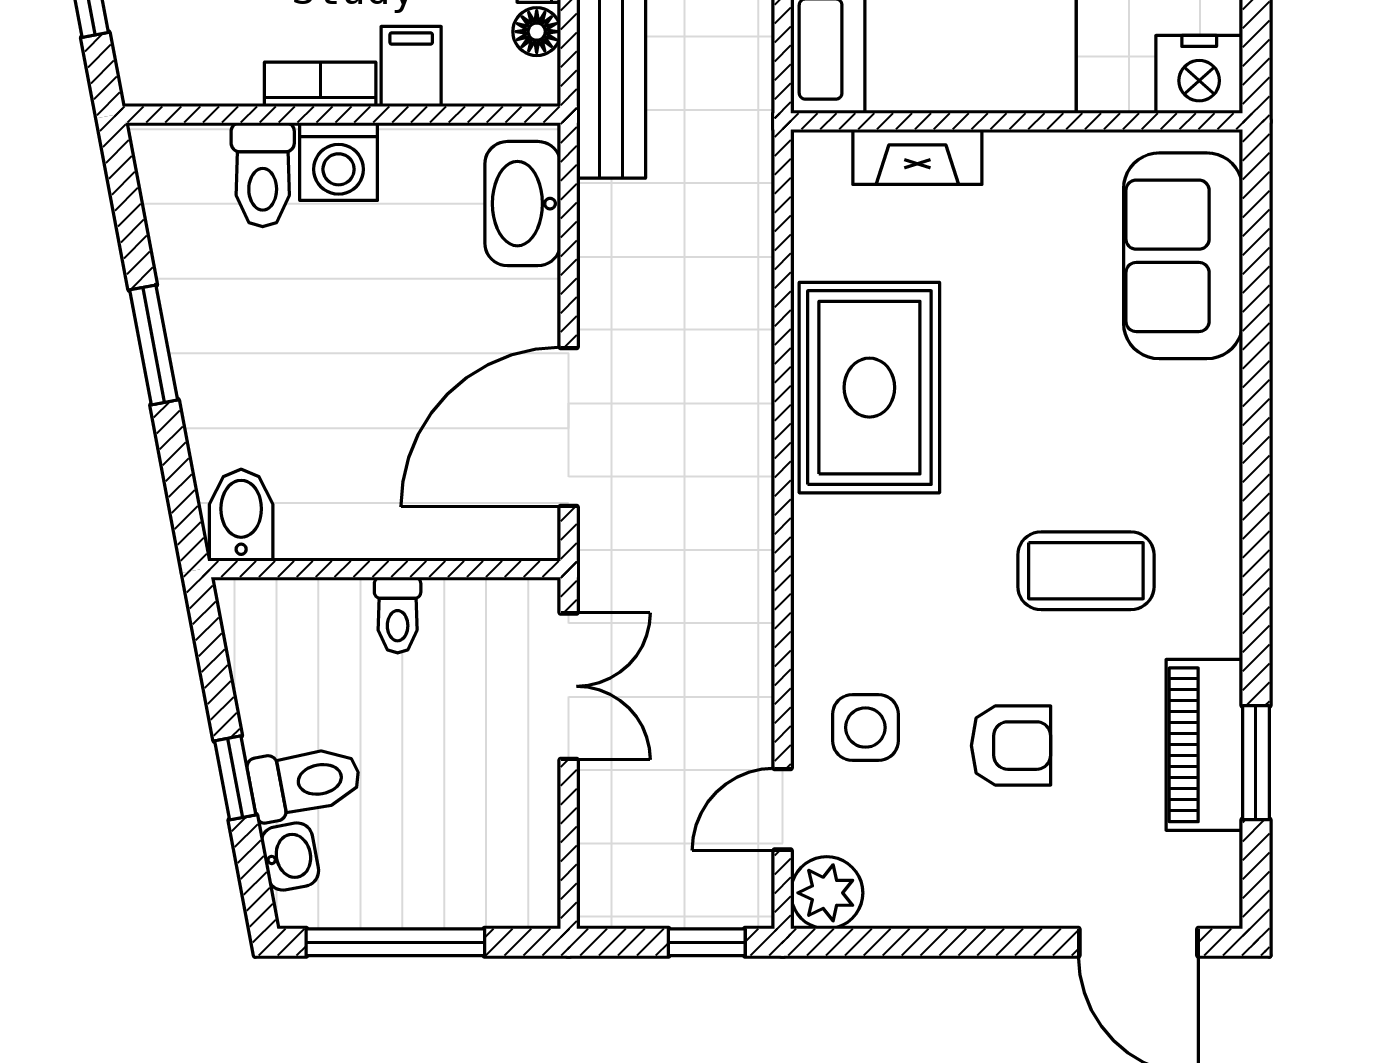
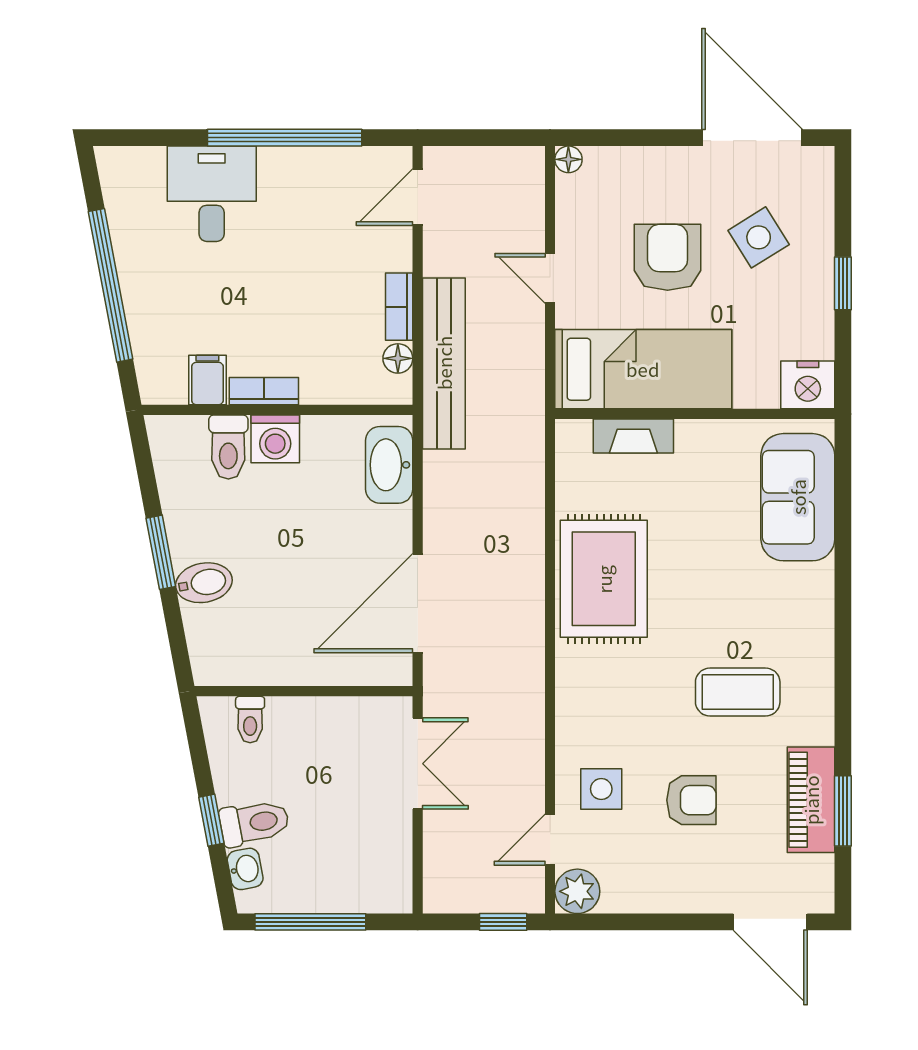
filing cabinet: (411, 67) -> (207, 380), moved
bidet: (241, 515) -> (204, 583), moved, turned 79
toilet: (398, 615) -> (250, 719), moved

